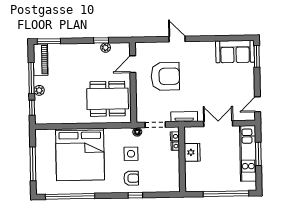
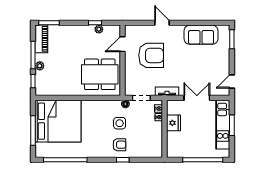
sofa: (235, 52) -> (201, 35), moved
bed: (80, 154) -> (58, 121), moved, turned -90

